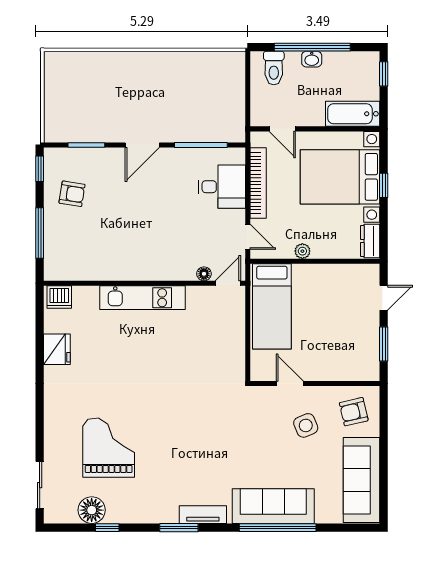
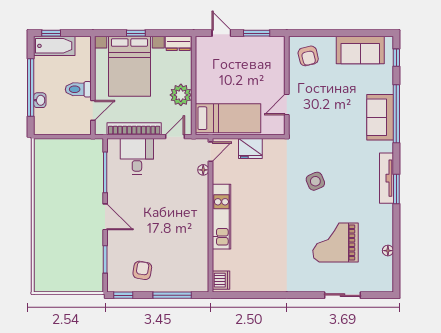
washbasin: (312, 59) -> (40, 100), moved
toilet: (274, 68) -> (78, 89), moved, turned 180
bathtub: (353, 114) -> (54, 46), moved, turned -90
plant: (302, 251) -> (181, 95), width x1.87, depth x1.87
door: (228, 283) -> (210, 152), swing flipped
fridge: (57, 349) -> (250, 149), moved, turned 180
side table: (306, 425) -> (315, 181), moved
sofa: (362, 480) -> (360, 50), width x0.73
sliding door: (40, 485) -> (343, 295), moved
sofa: (273, 506) -> (380, 117), width x0.73
floor lamp: (92, 510) -> (388, 251), width x0.53, depth x0.53
tv unit: (203, 515) -> (386, 178), width x1.41
window: (107, 528) -> (396, 58), moved

